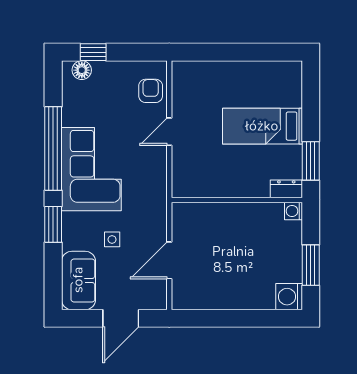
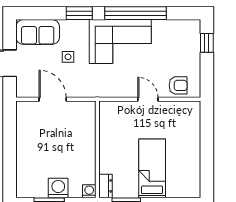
floor lamp: (82, 70) -> (193, 34), removed
washing machine: (289, 297) -> (58, 188), moved

